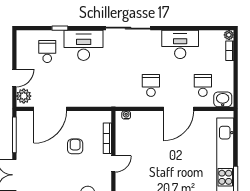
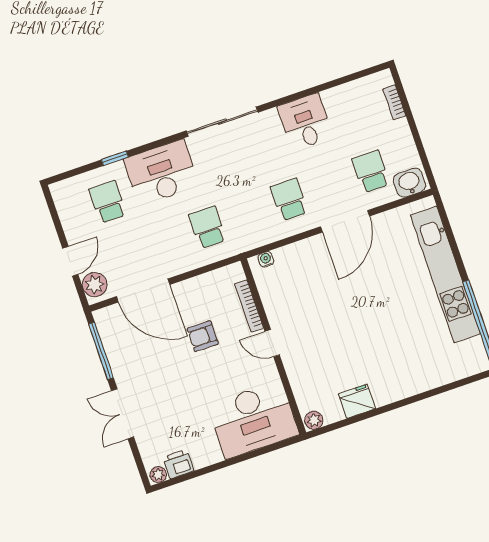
plant: (229, 35) -> (384, 78), removed
desk: (180, 44) -> (305, 122), width x0.73
school desk: (99, 85) -> (208, 227), added
door: (50, 109) -> (143, 291), hinge flipped
armchair: (75, 146) -> (203, 336), turned -90
door: (113, 164) -> (272, 343), swing flipped

